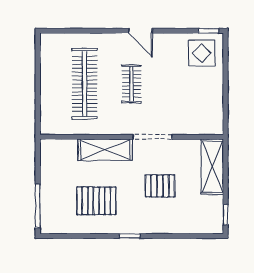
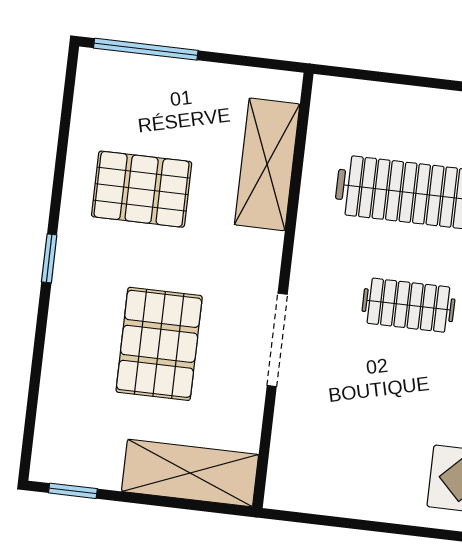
shelving: (105, 150) -> (267, 164), moved
pallet: (160, 186) -> (159, 344), width x1.50, depth x1.42
pallet: (96, 201) -> (142, 189), turned 90

